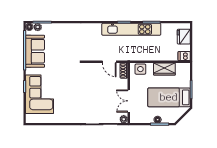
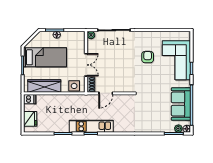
kitchen unit: (131, 29) -> (91, 126), width x0.73
door: (109, 62) -> (106, 93), swing flipped
wardrobe: (164, 69) -> (44, 86), width x1.50
armchair: (68, 98) -> (148, 57), added
double door: (129, 101) -> (86, 65), moved

